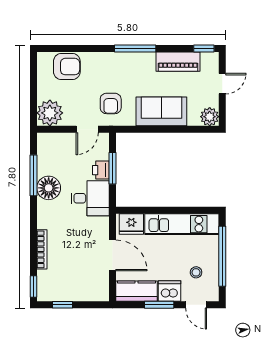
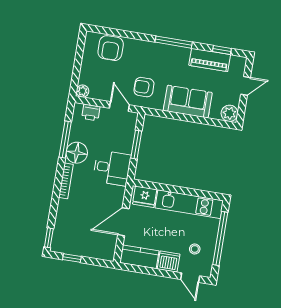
window: (204, 48) -> (222, 50), moved
armchair: (67, 67) -> (111, 48), turned 90
armchair: (111, 103) -> (144, 87), turned 90
plant: (50, 113) -> (82, 91), width x0.53, depth x0.53
door: (87, 129) -> (119, 107), swing flipped
printer: (101, 170) -> (91, 112), moved, turned -90
bookcase: (42, 249) -> (66, 181), moved
door: (113, 255) -> (123, 222), swing flipped
window: (159, 305) -> (157, 272), removed

